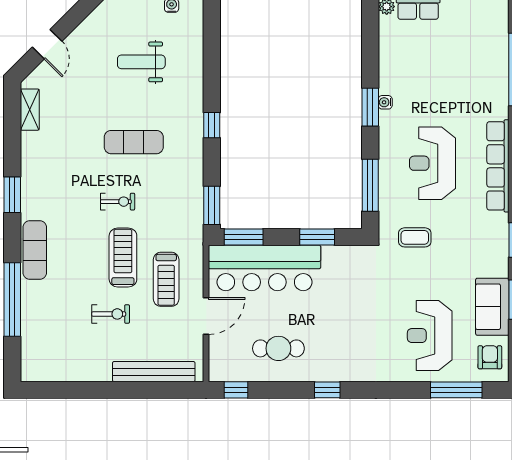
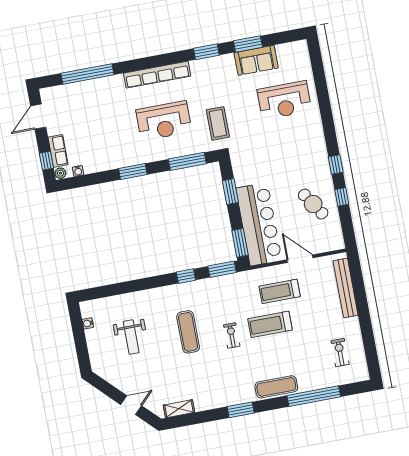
water cooler: (385, 102) -> (78, 171), moved
window: (212, 125) -> (186, 276), moved
coffee table: (415, 237) -> (218, 123), width x1.36, depth x1.30
treadmill: (166, 279) -> (280, 291), turned 180
exercise bike: (111, 314) -> (340, 352), moved
cafe table: (278, 348) -> (313, 204), turned -33
armchair: (490, 357) -> (292, 55), removed
window: (236, 390) -> (342, 197), moved
window: (456, 390) -> (319, 75), removed

